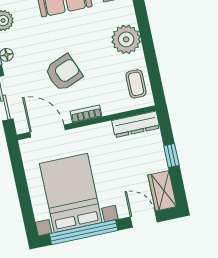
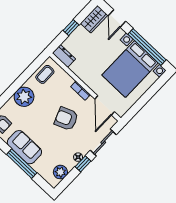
dresser: (136, 124) -> (64, 56), width x0.70

